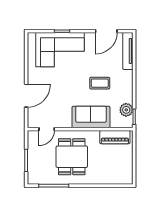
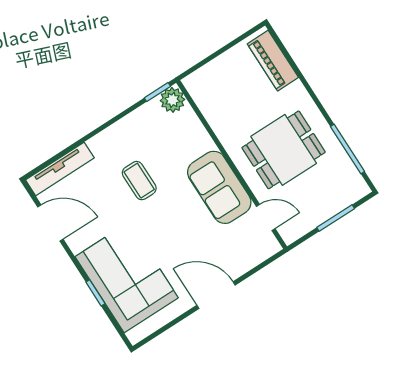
door: (26, 96) -> (216, 295), moved
plant: (126, 110) -> (172, 100), moved
sofa: (91, 117) -> (219, 187), moved
piano: (115, 137) -> (273, 61), moved, turned 180

